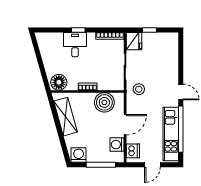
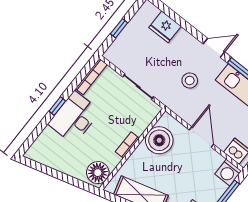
fridge: (134, 41) -> (165, 27), moved, turned 180
desk: (75, 45) -> (74, 118), width x1.37
stool: (139, 89) -> (190, 80), moved
washing machine: (117, 144) -> (228, 172), moved

